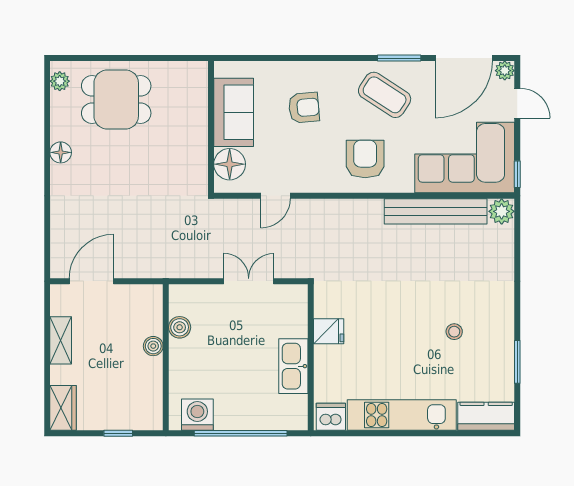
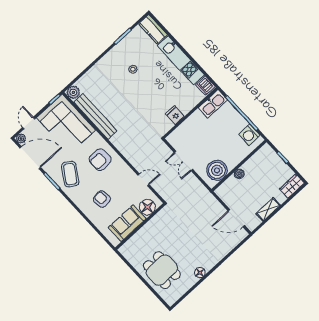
plant: (60, 81) -> (174, 297), removed
boiler: (180, 327) -> (217, 170), width x1.86, depth x1.86
kitchen sink: (293, 366) -> (213, 104), moved

